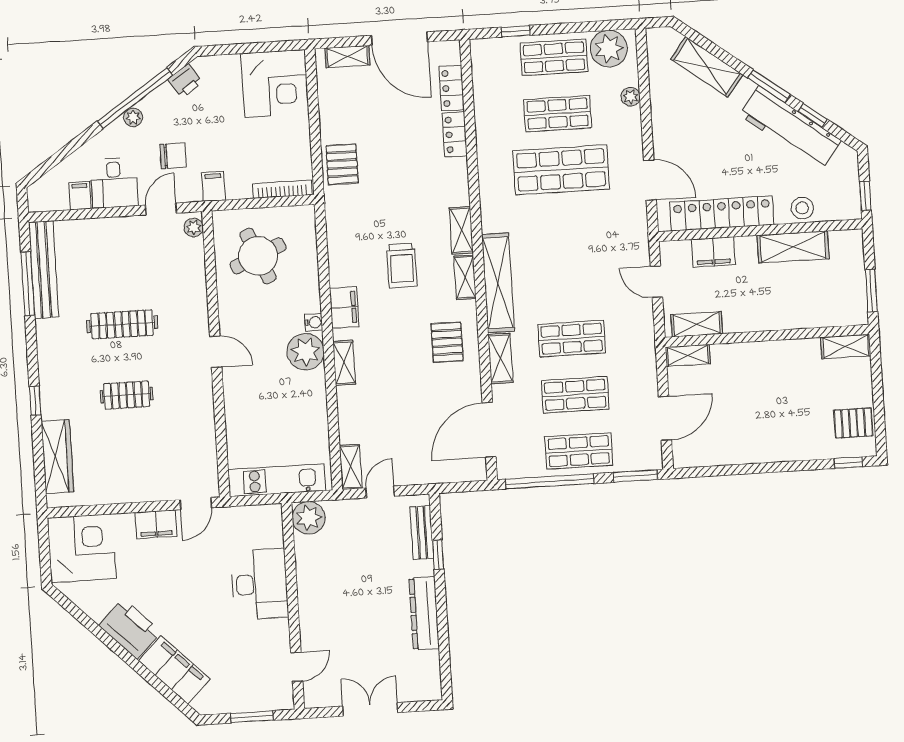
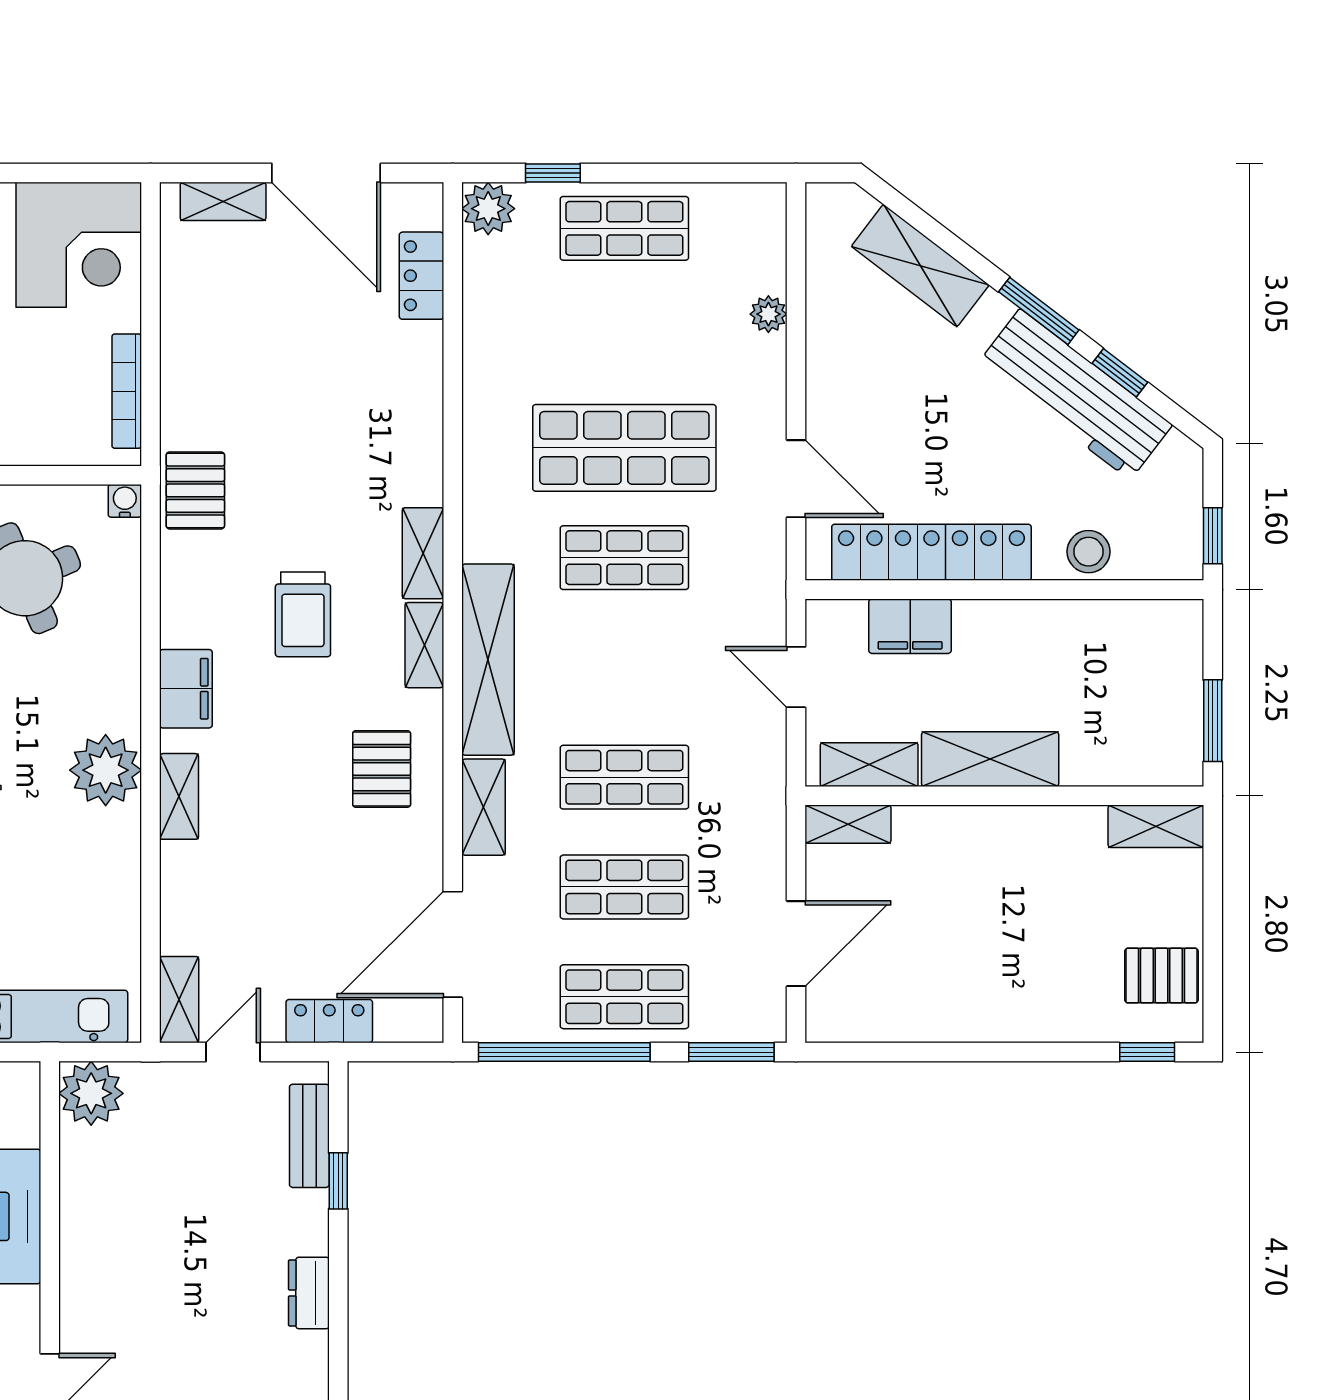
plant: (609, 49) -> (488, 209), moved, width x0.73, depth x0.73
shop shelf: (558, 114) -> (624, 558), moved
locker: (455, 135) -> (329, 1021), moved, turned 90
pallet: (342, 164) -> (195, 490), moved
bookcase: (282, 189) -> (127, 391), moved, turned -90
shelving: (793, 247) -> (990, 759), moved
water cooler: (314, 322) -> (125, 501), moved, turned -90
dresser: (424, 613) -> (309, 1293), width x0.51, depth x0.80

